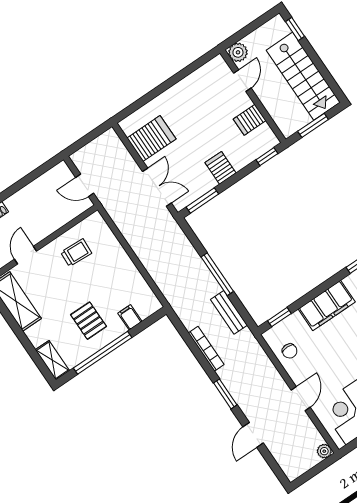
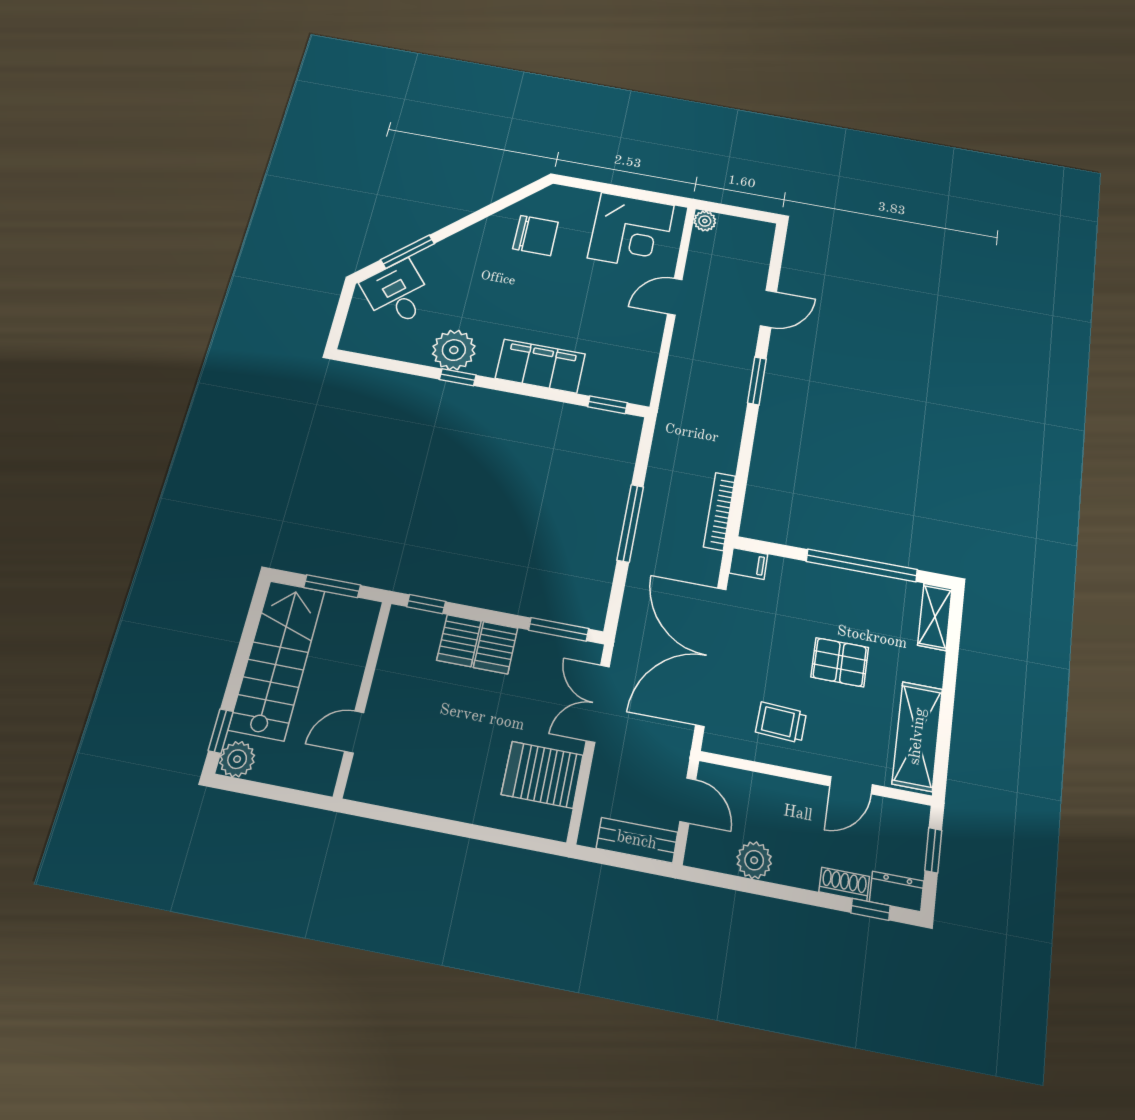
plant: (238, 52) -> (237, 759), moved
server rack: (250, 120) -> (459, 641), moved, turned 90
plant: (38, 189) -> (754, 860), added
double door: (130, 251) -> (711, 656), added
bench: (229, 312) -> (637, 840), moved, turned 90
filing cabinet: (130, 317) -> (748, 564), moved, turned -90
pallet: (89, 321) -> (840, 662), moved, turned 90
bookcase: (206, 349) -> (720, 511), moved
chair: (290, 351) -> (634, 358), removed

